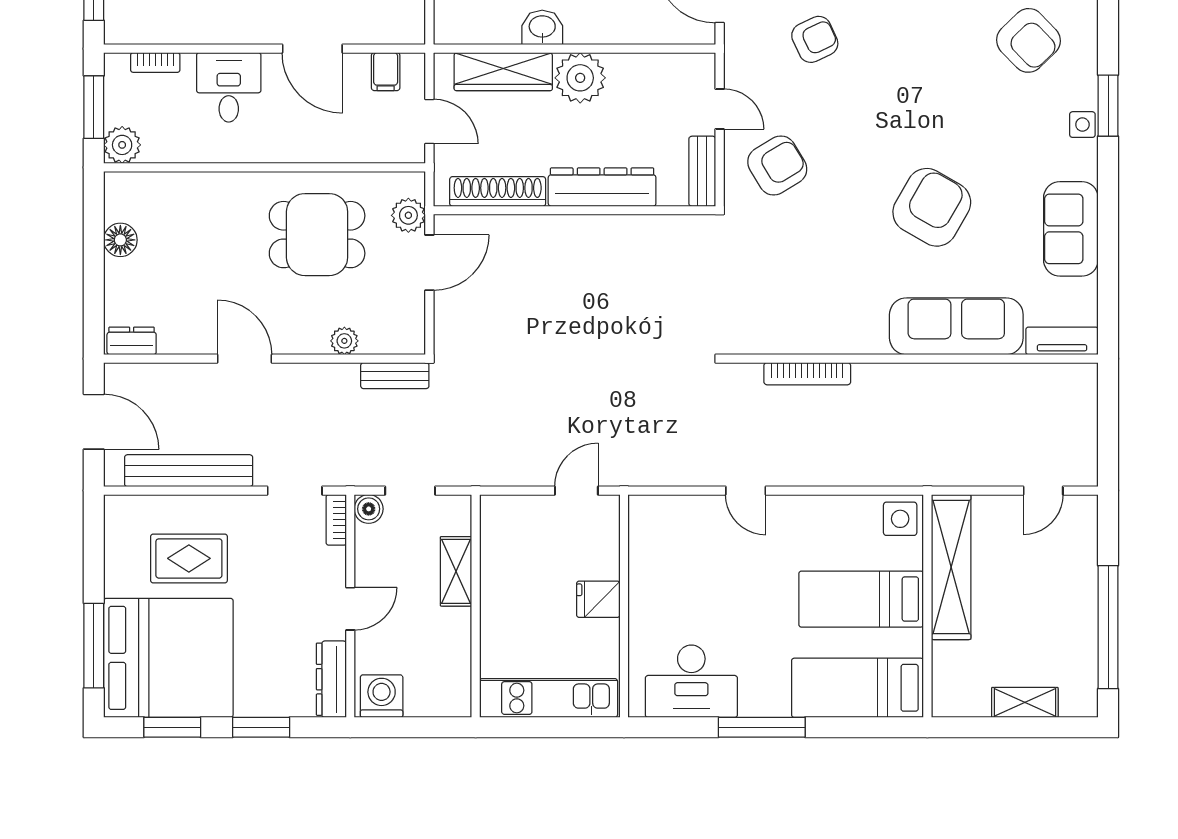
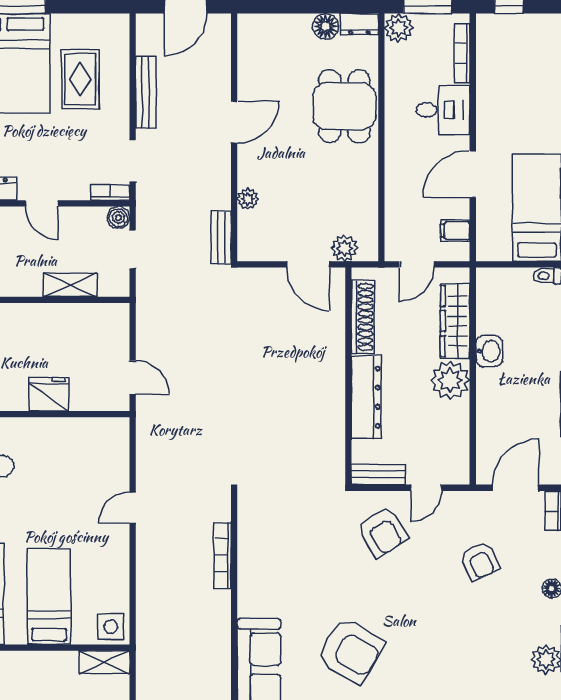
bookcase: (155, 62) -> (462, 53), width x1.56
dining table: (317, 235) -> (344, 106), moved
dresser: (132, 341) -> (359, 24), moved, turned 90
bench: (189, 471) -> (146, 92), width x0.73, depth x0.82
shelving: (951, 567) -> (104, 662), width x0.45, depth x0.75
fridge: (598, 599) -> (49, 394), width x1.38

